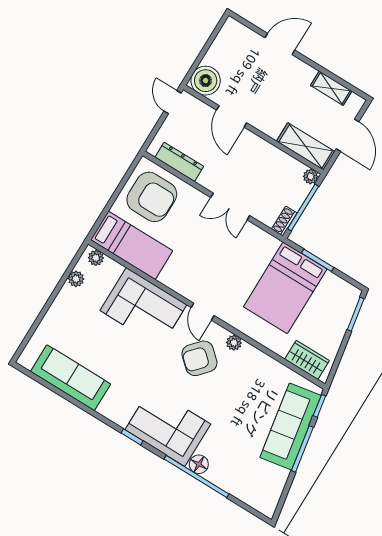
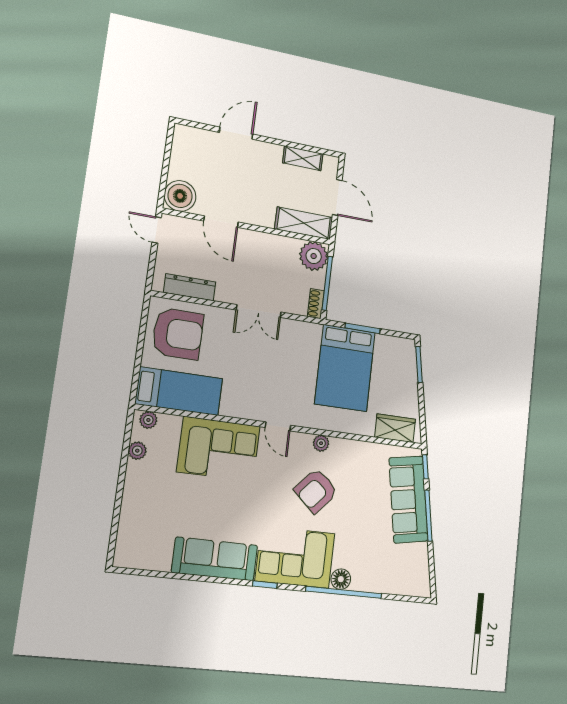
plant: (311, 176) -> (314, 256), width x1.88, depth x1.88
armchair: (199, 358) -> (316, 491), moved
sofa: (71, 378) -> (215, 559), moved

